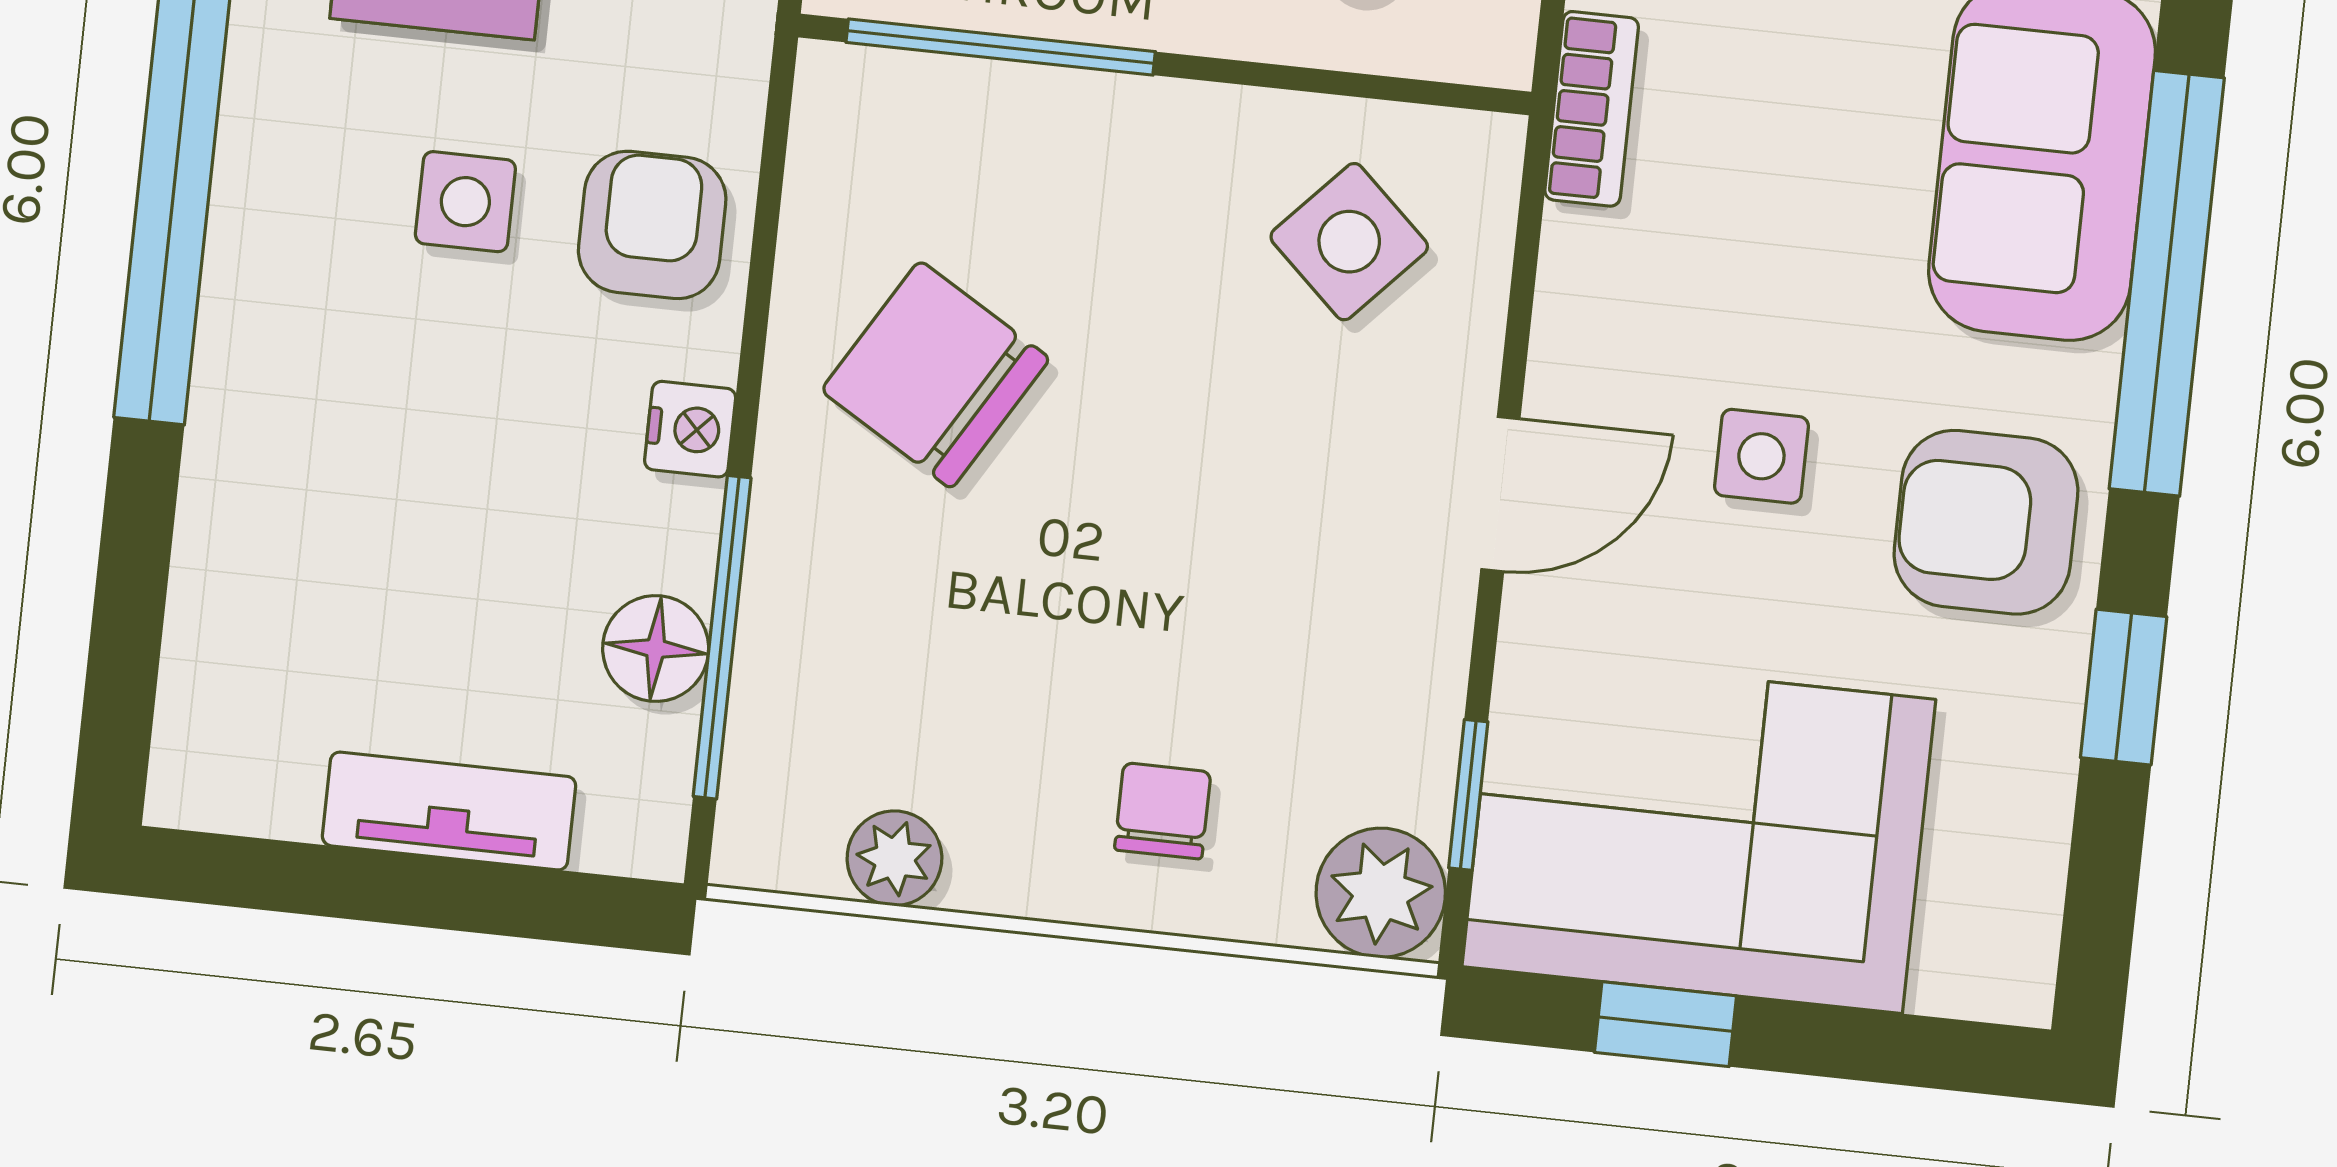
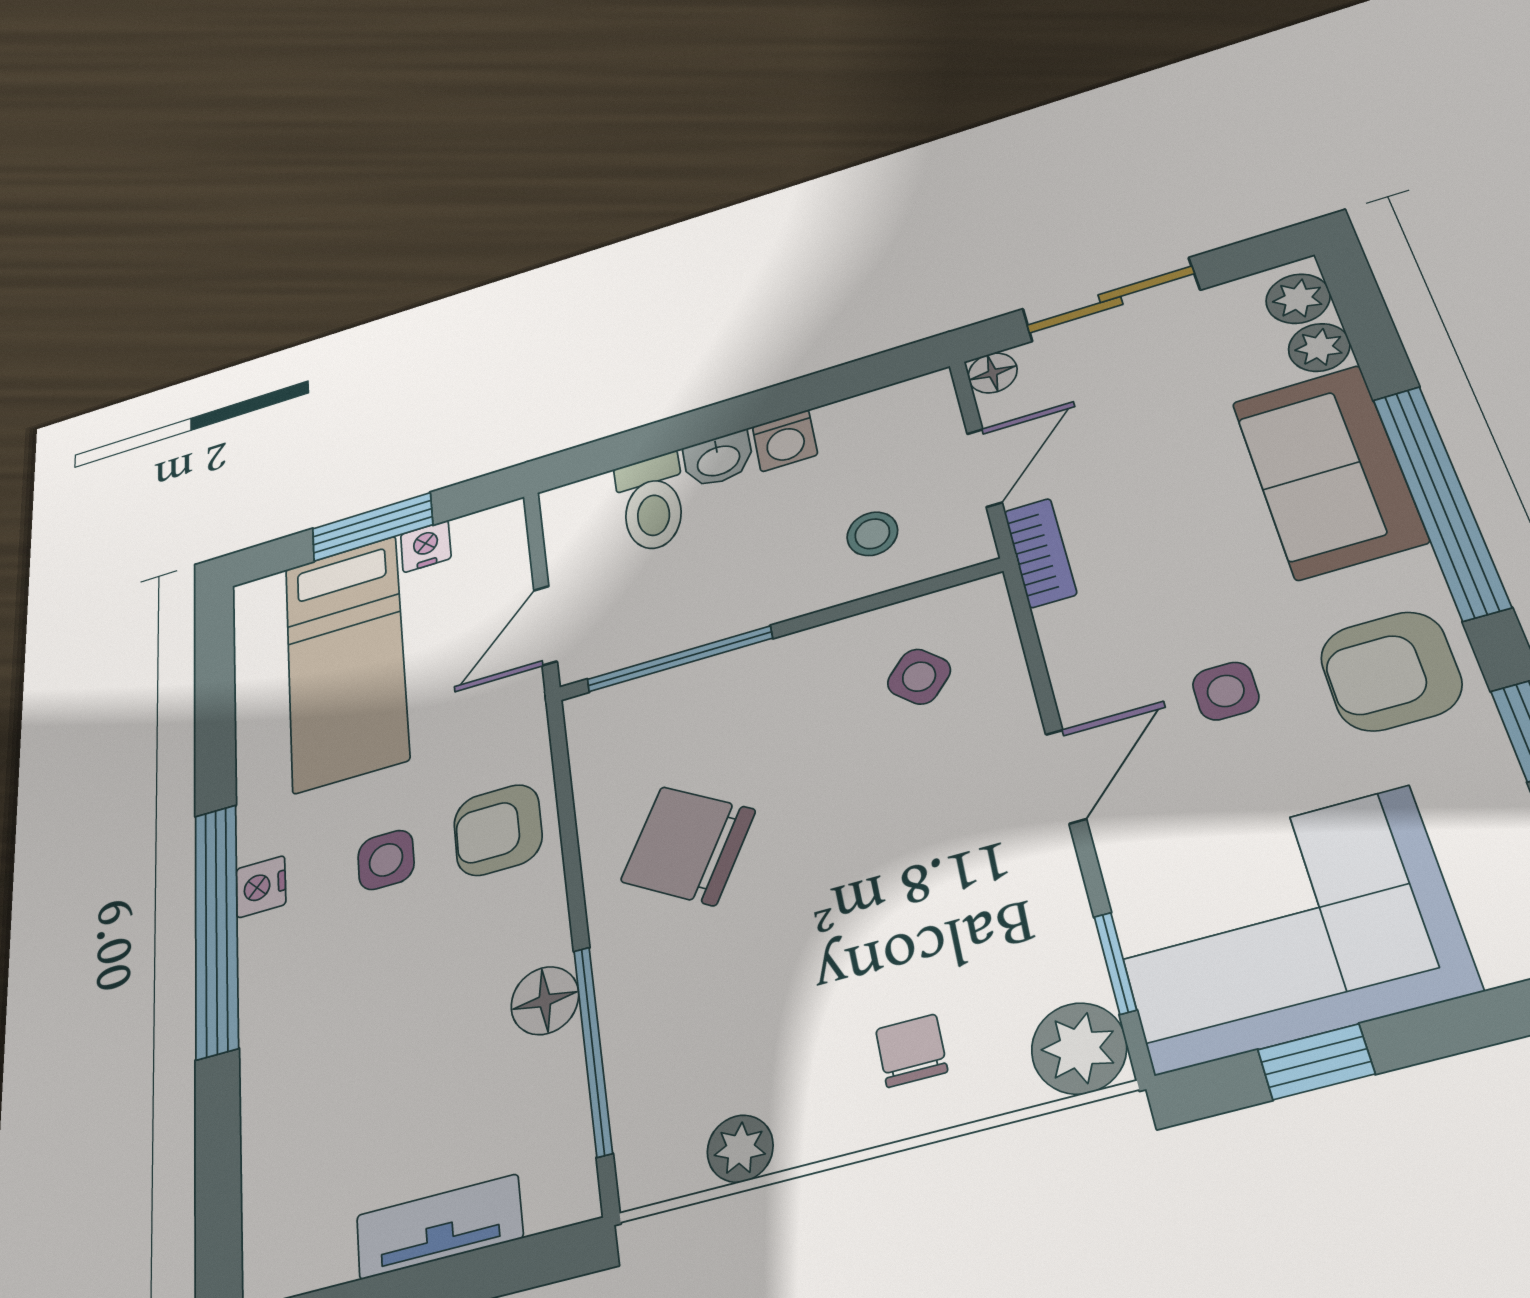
armchair: (652, 225) -> (498, 830), turned -90
side table: (1349, 242) -> (919, 677), width x0.73, depth x0.73
nightstand: (690, 429) -> (261, 887), moved, turned 180
floor lamp: (656, 649) -> (545, 1001), moved

